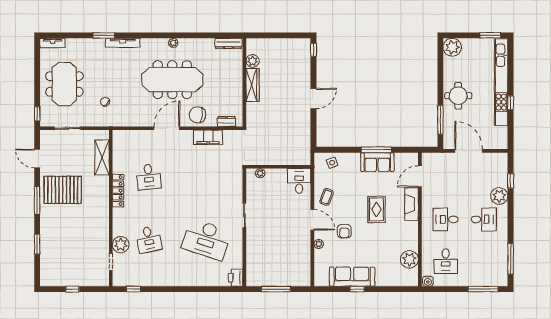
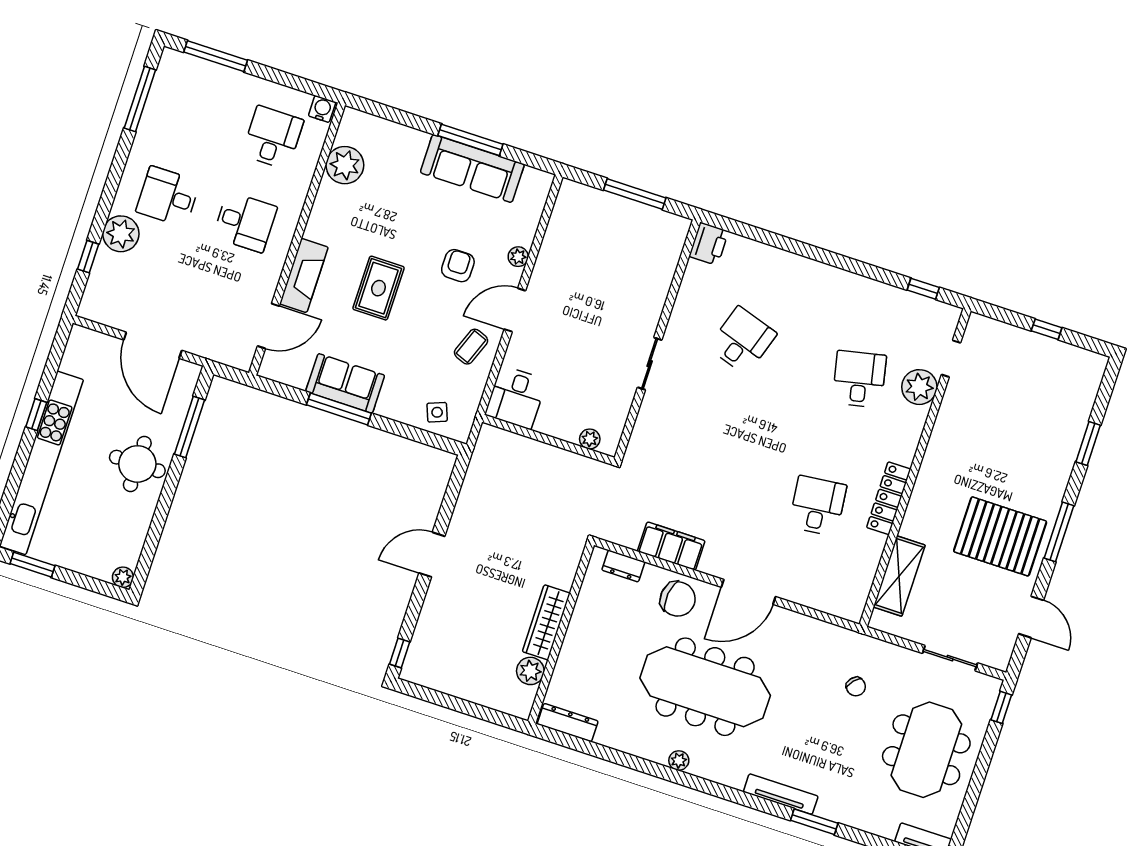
plant: (452, 47) -> (123, 577), width x0.53, depth x0.53
door: (312, 220) -> (515, 310), hinge flipped
desk: (206, 239) -> (742, 341), width x0.53, depth x0.77
window: (357, 289) -> (470, 140), width x2.17

